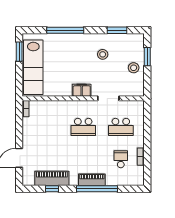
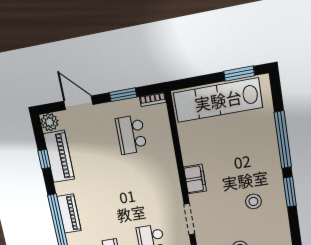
window: (117, 30) -> (290, 192), moved
window: (19, 127) -> (123, 95), added
school desk: (83, 127) -> (131, 135), moved
plant: (28, 180) -> (49, 122), added

